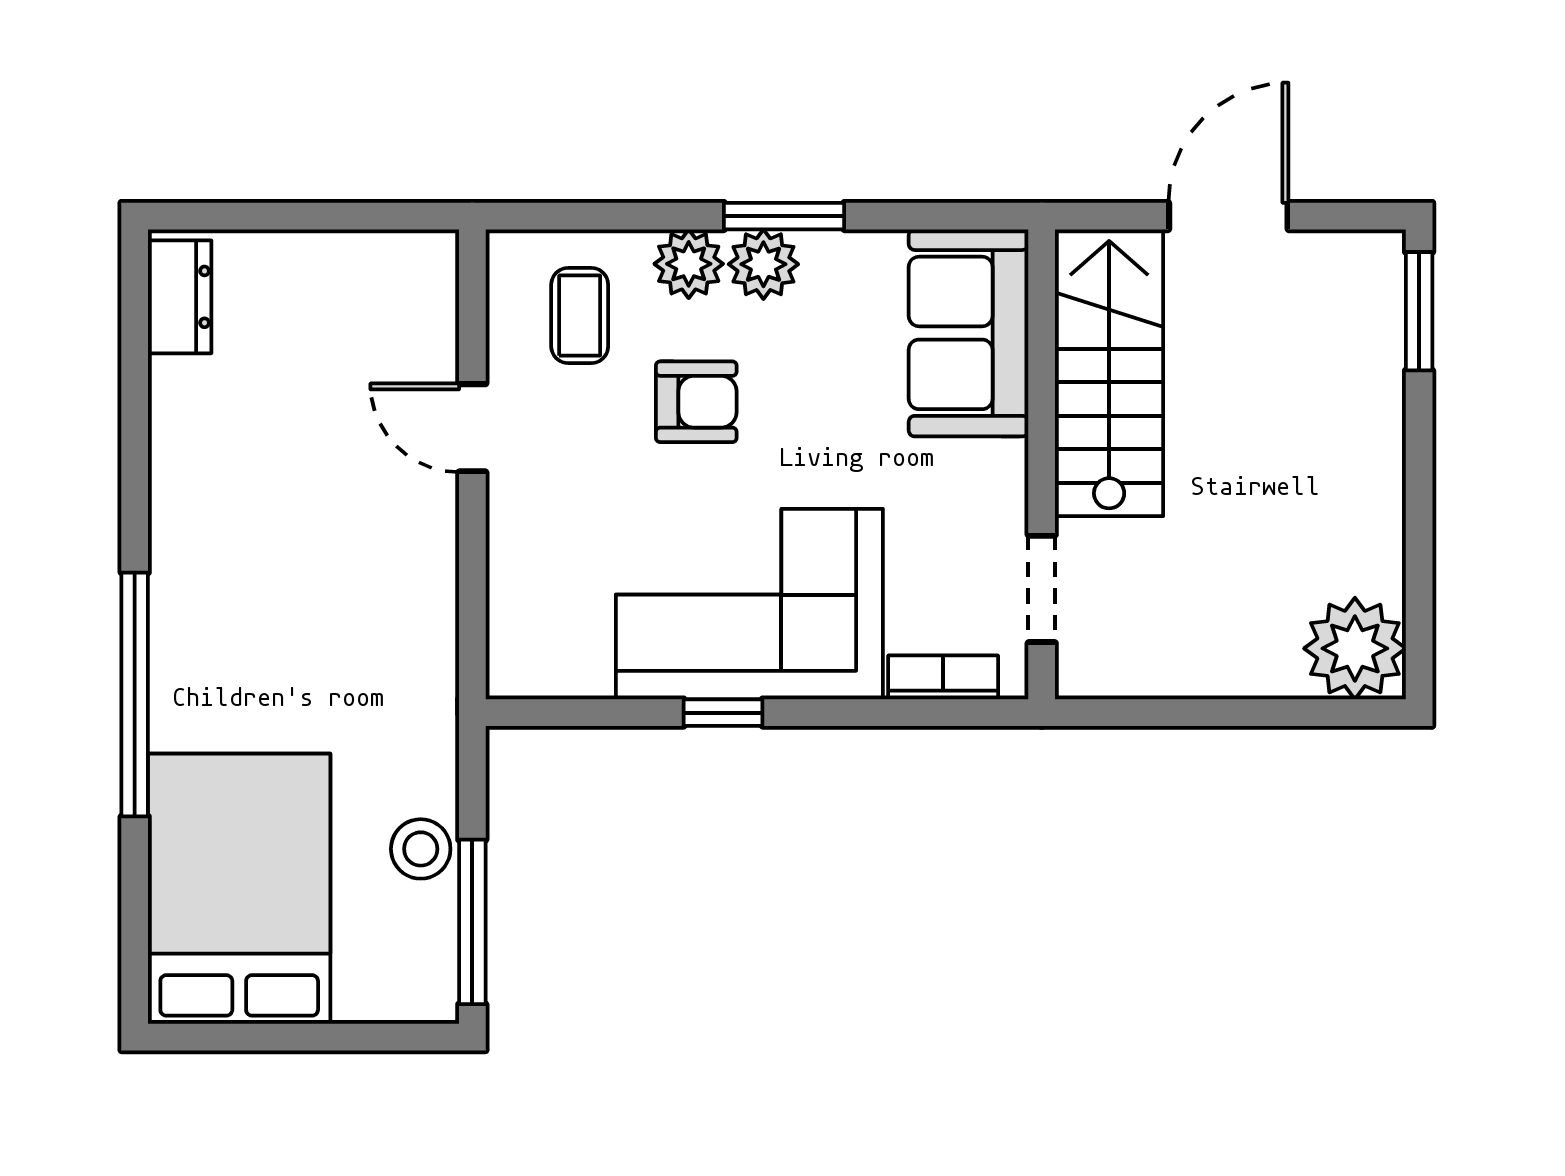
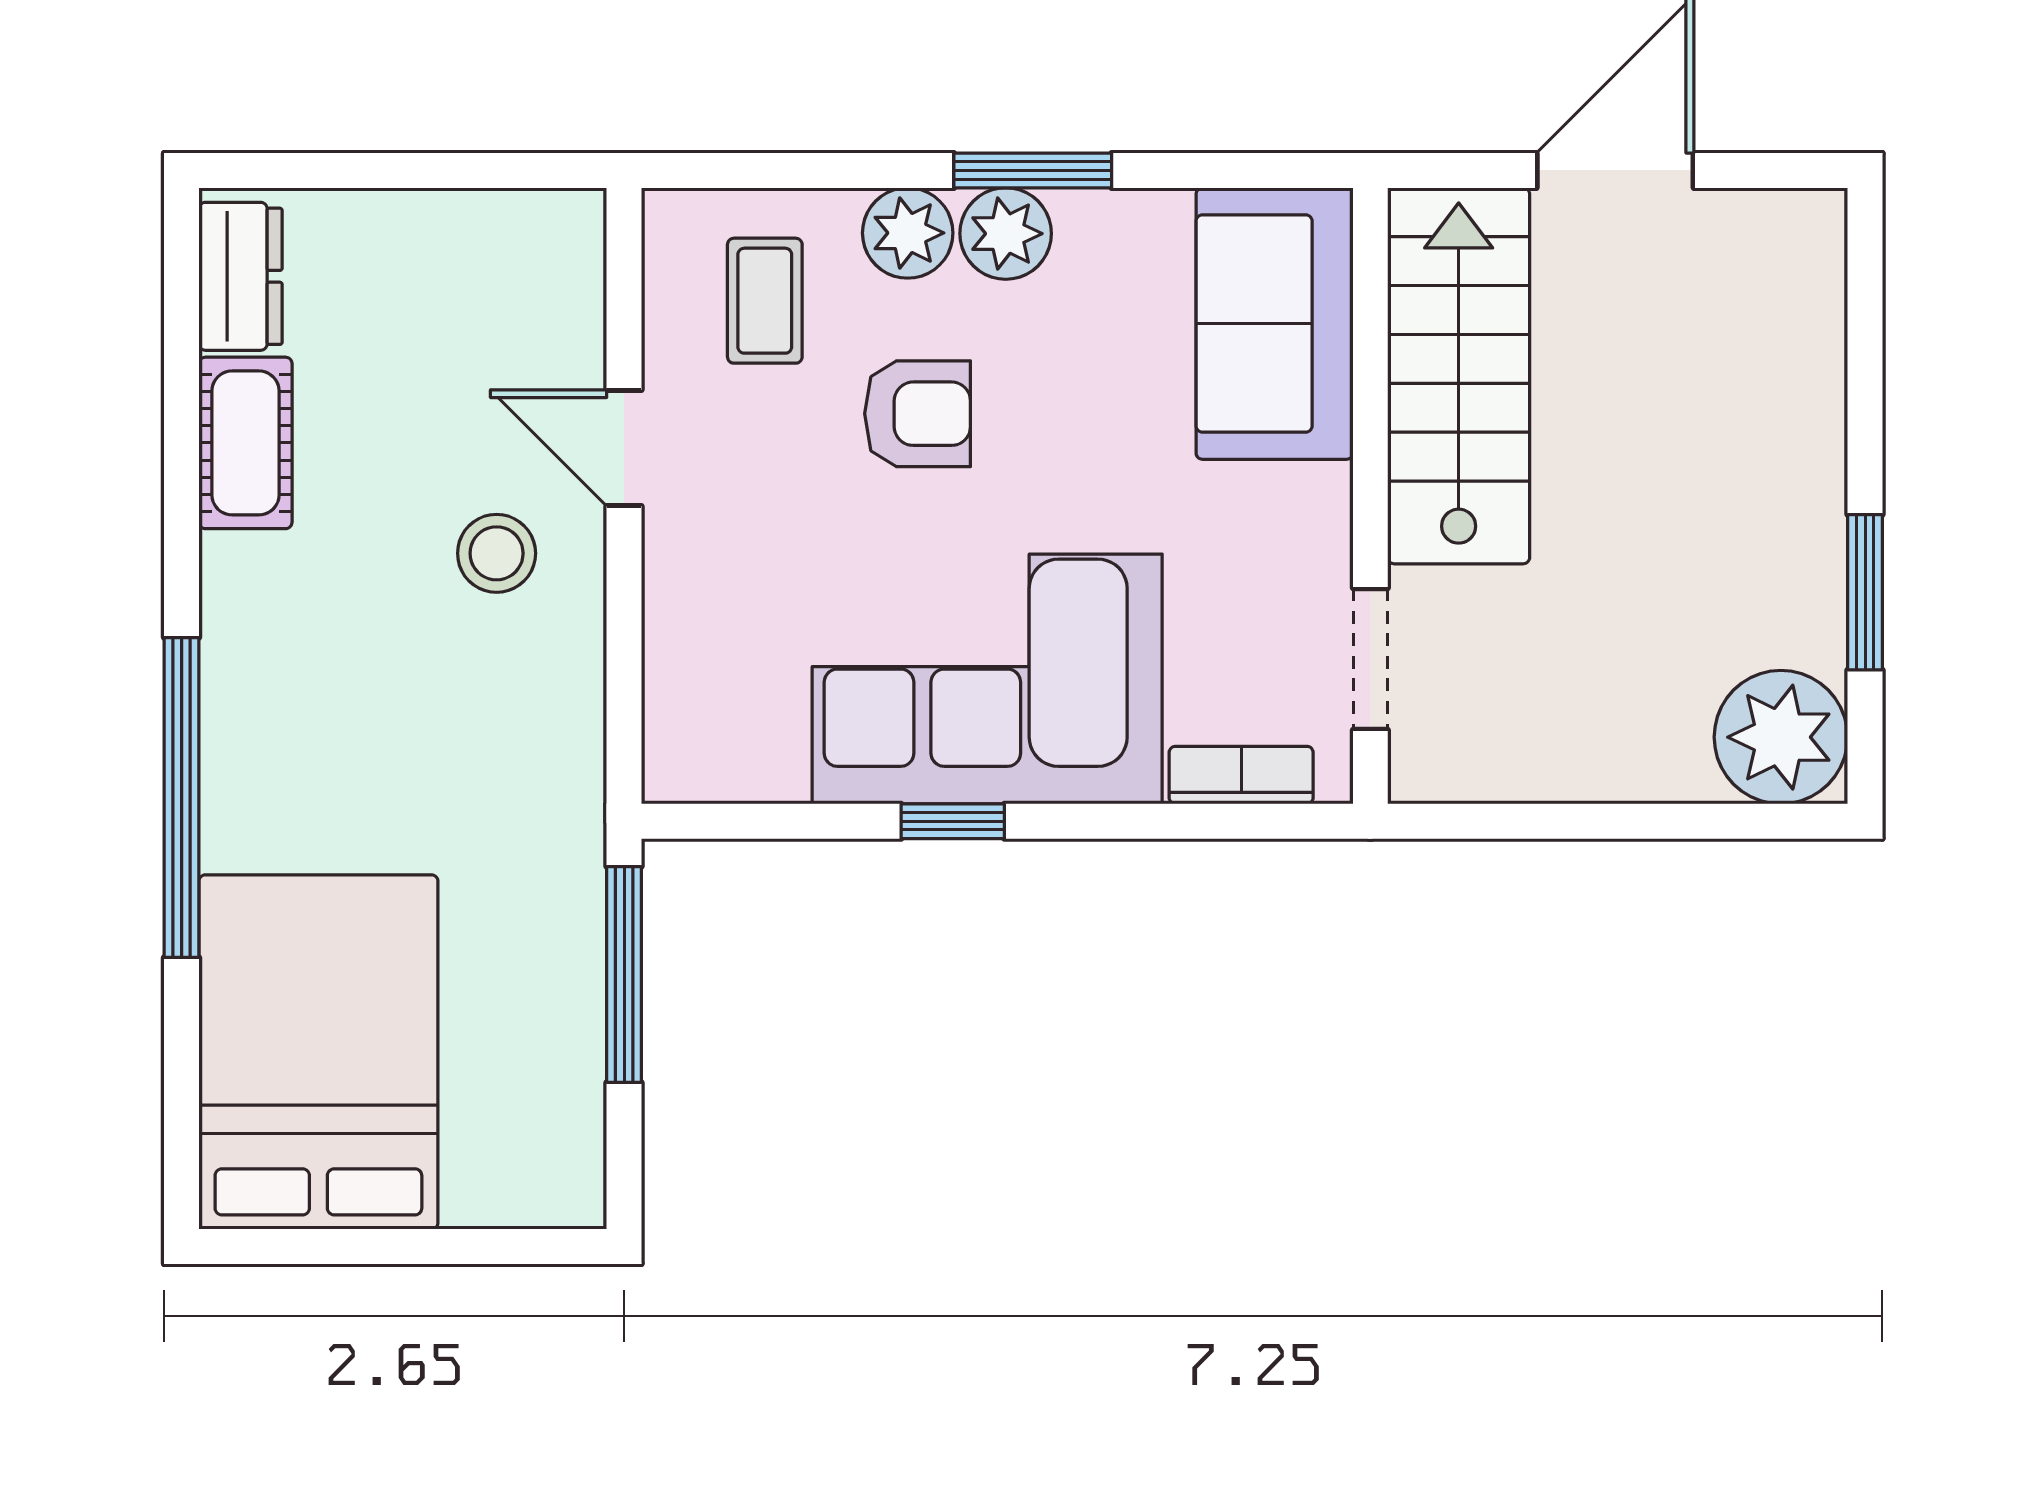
window: (1419, 311) -> (1865, 592), moved
cot: (184, 424) -> (245, 443), added
stool: (421, 849) -> (497, 553), moved
window: (472, 922) -> (624, 975), moved

